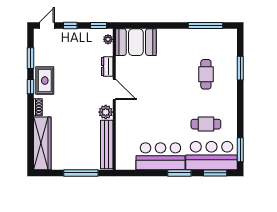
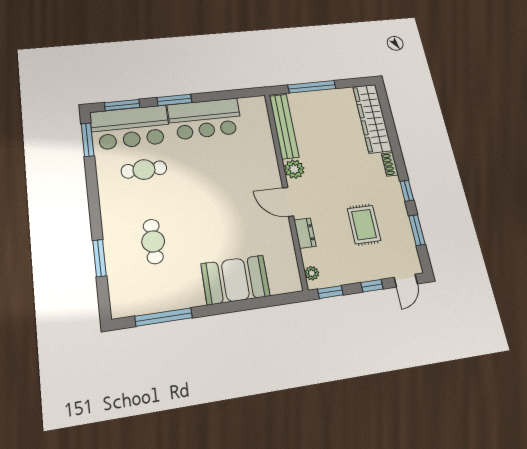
booth: (136, 42) -> (235, 280), moved
rug: (45, 81) -> (364, 225), moved

